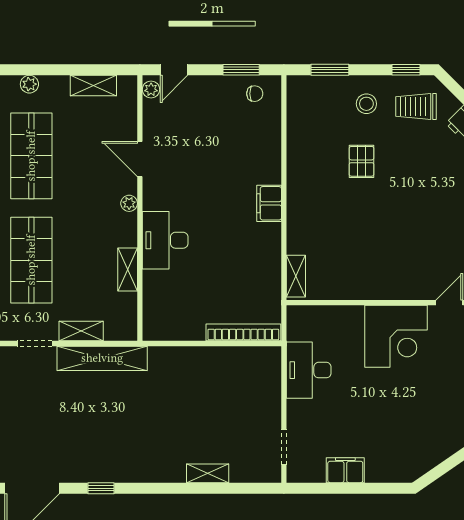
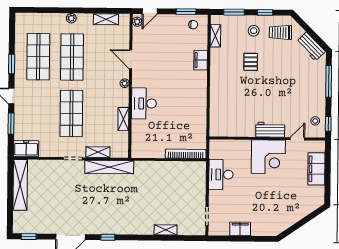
window: (406, 70) -> (265, 12), moved
filing cabinet: (269, 203) -> (201, 60), moved
shelving: (296, 276) -> (215, 36), moved
workbench: (399, 286) -> (270, 130), added

